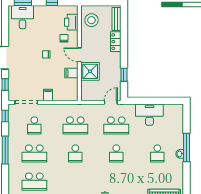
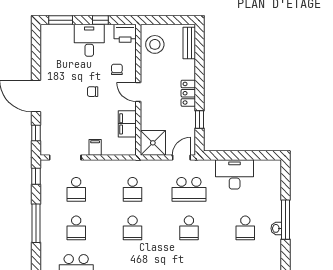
desk: (23, 17) -> (89, 40), moved
printer: (71, 22) -> (125, 33), moved, turned -90
locker: (116, 42) -> (188, 93), moved
shower: (90, 71) -> (153, 143), moved
filing cabinet: (71, 73) -> (127, 124), width x2.00
school desk: (75, 125) -> (133, 189), width x0.54
school desk: (34, 154) -> (76, 228), width x0.54

